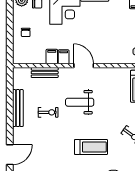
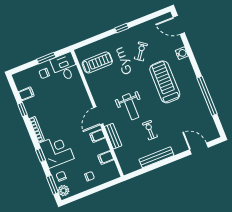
filing cabinet: (52, 57) -> (106, 157), moved
bench: (45, 73) -> (113, 136), moved
treadmill: (91, 147) -> (165, 82), width x1.37, depth x1.38

